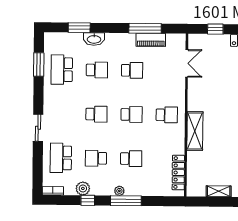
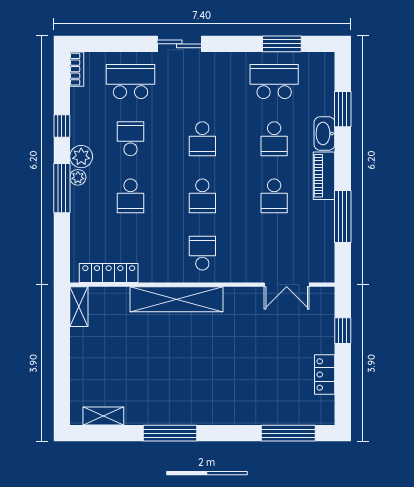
piano: (151, 40) -> (324, 176), moved
school desk: (167, 115) -> (202, 253), turned 180
shelving: (195, 131) -> (176, 299), width x1.47
plant: (83, 188) -> (81, 157), moved
shelving: (219, 191) -> (79, 307), moved

